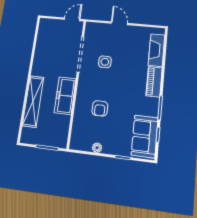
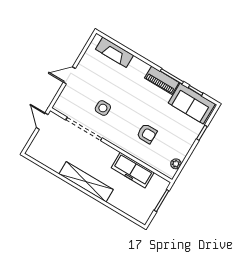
piano: (154, 82) -> (162, 80), moved
freezer: (65, 96) -> (133, 170), moved
shelving: (33, 101) -> (86, 182), moved
plant: (97, 148) -> (176, 164), moved

